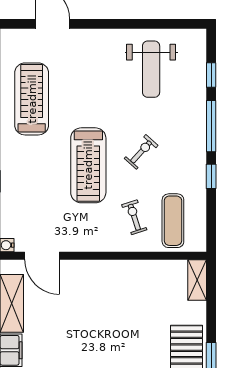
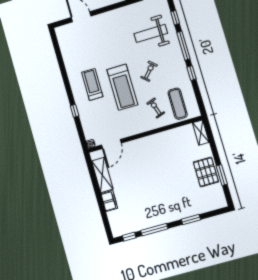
weight bench: (151, 69) -> (151, 33), moved, turned 90
treadmill: (32, 99) -> (92, 84), moved, width x0.73, depth x0.73
door: (42, 256) -> (111, 144), hinge flipped

